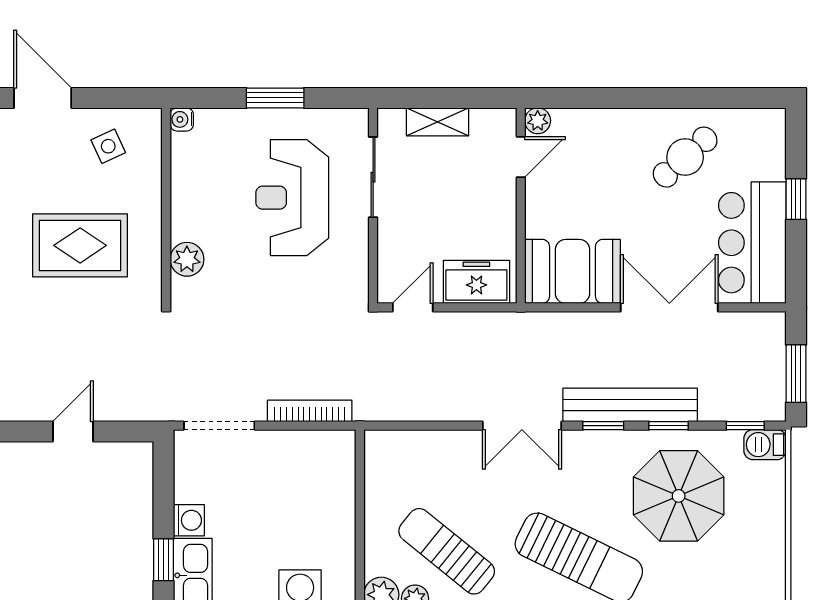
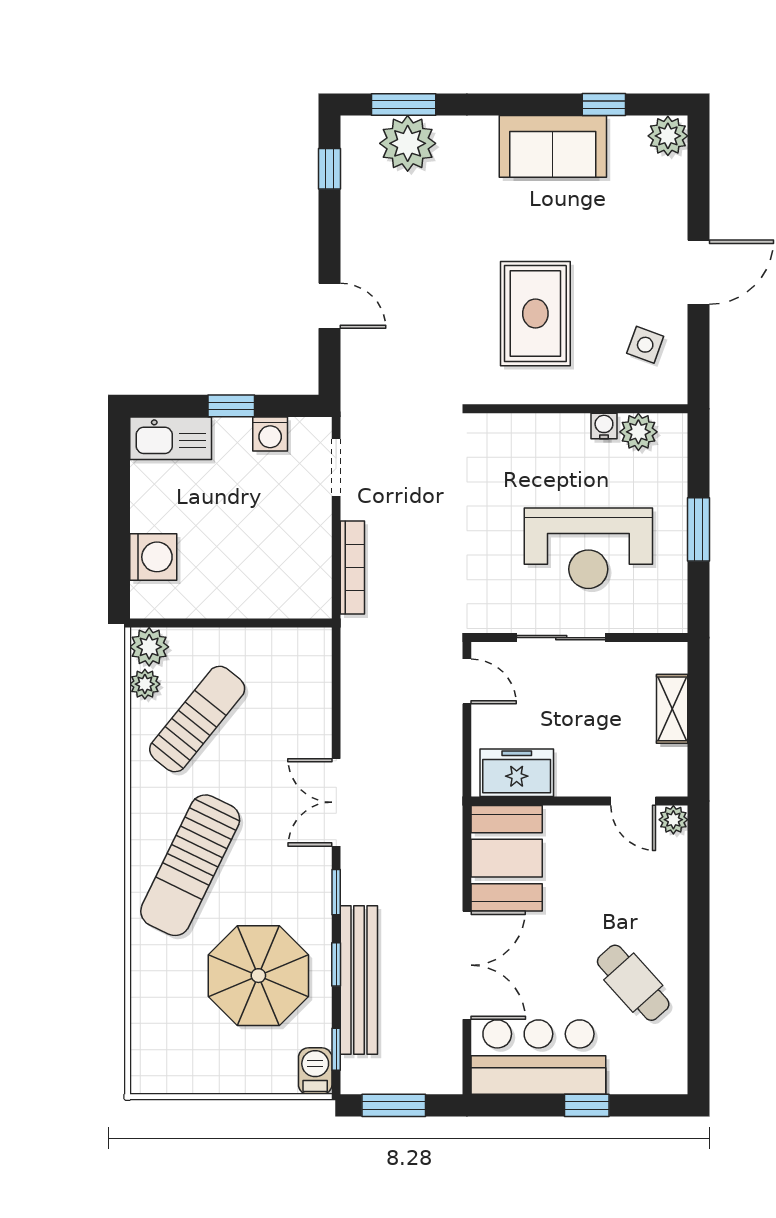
water cooler: (182, 119) -> (604, 426), moved
side table: (108, 146) -> (645, 345), turned 45
sliding door: (373, 177) -> (561, 638), moved
reception desk: (292, 198) -> (588, 548), turned 180
plant: (187, 259) -> (638, 432), moved
freezer: (476, 282) -> (517, 773), moved, turned -90
bench: (630, 405) -> (359, 980), moved
doorway: (219, 426) -> (336, 468), width x0.73
washing machine: (189, 520) -> (270, 434), moved
window: (163, 560) -> (231, 406), moved

